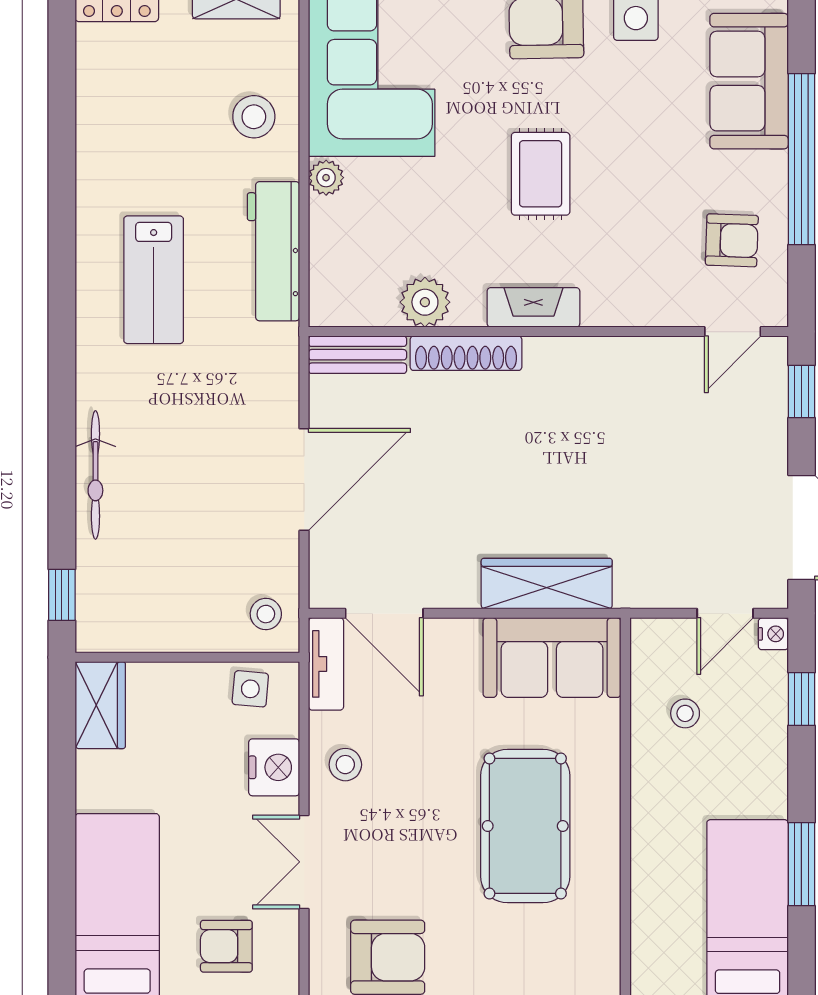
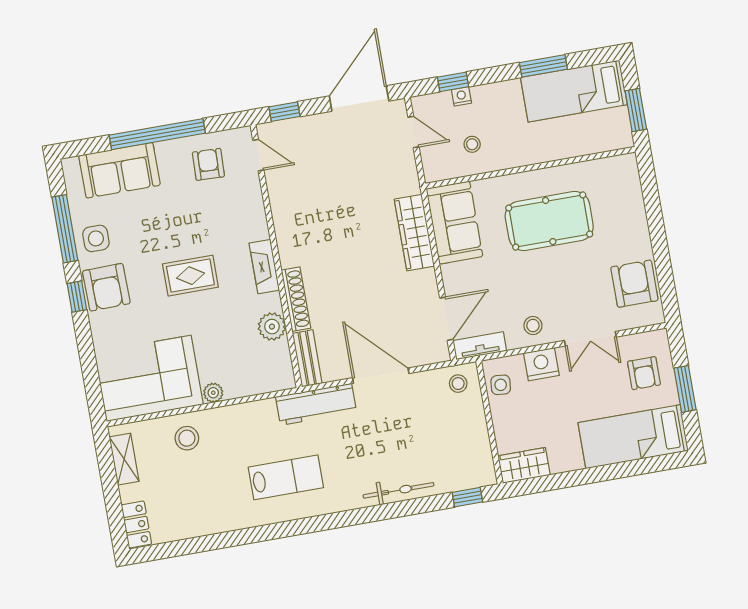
workbench: (273, 251) -> (316, 404), moved
nightstand: (773, 634) -> (461, 96), moved

